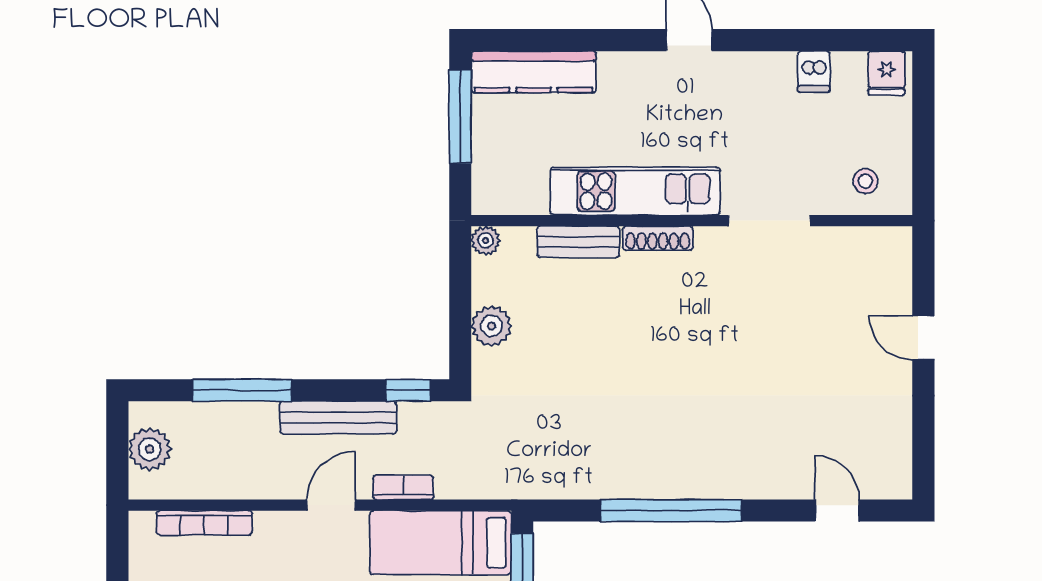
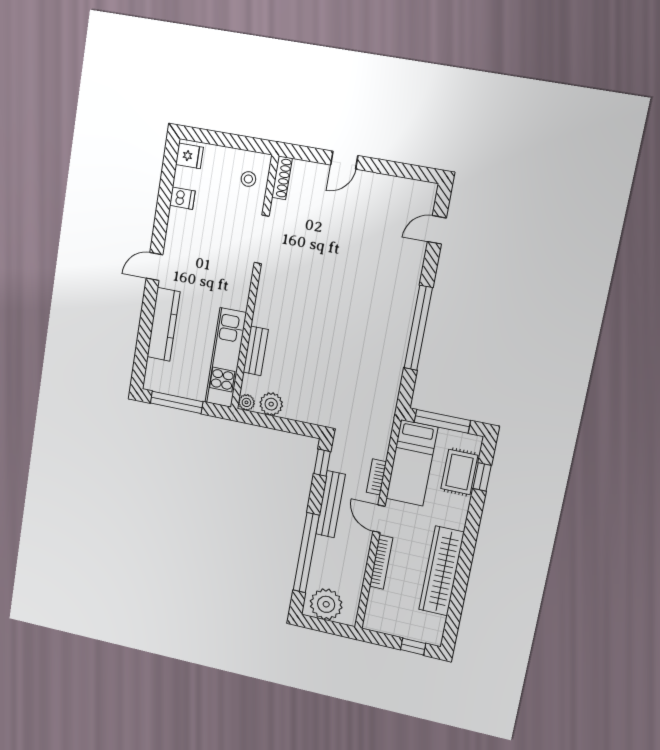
kitchen counter: (534, 72) -> (164, 324), moved
kitchen unit: (635, 191) -> (226, 358), moved
shoe rack: (658, 238) -> (282, 178), moved
plant: (492, 326) -> (271, 404), moved
window: (242, 390) -> (306, 553), width x1.46
plant: (150, 449) -> (326, 604), width x1.36, depth x1.36
bookcase: (204, 523) -> (381, 562), moved

